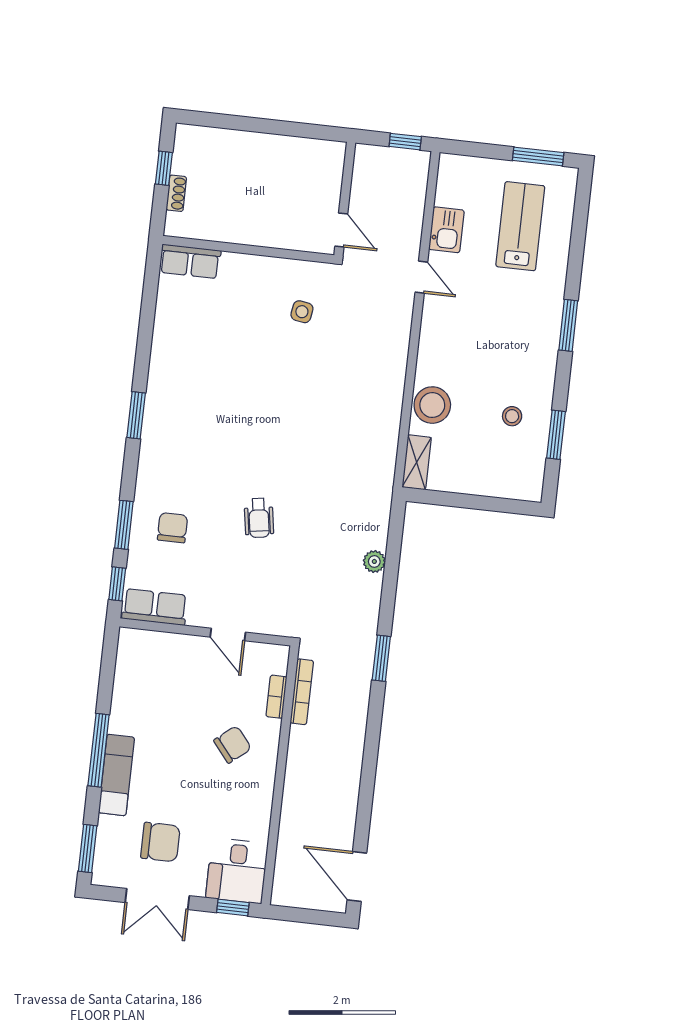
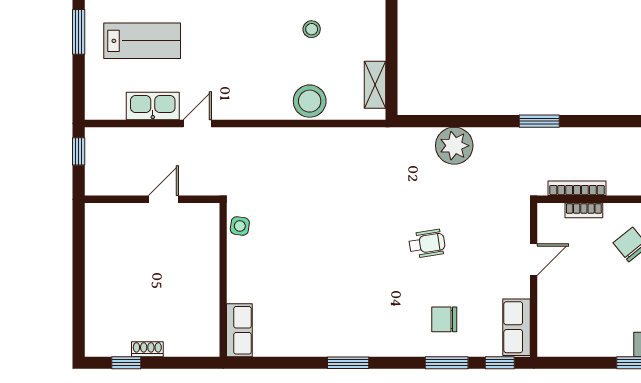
lab bench: (520, 226) -> (142, 41), turned 180
kitchen sink: (446, 230) -> (153, 106), width x1.38
wall: (248, 250) -> (223, 280), moved
row of seats: (190, 261) -> (239, 330), moved
shelving: (417, 462) -> (375, 85), moved, turned 90
plant: (374, 561) -> (454, 146), width x1.87, depth x1.87

